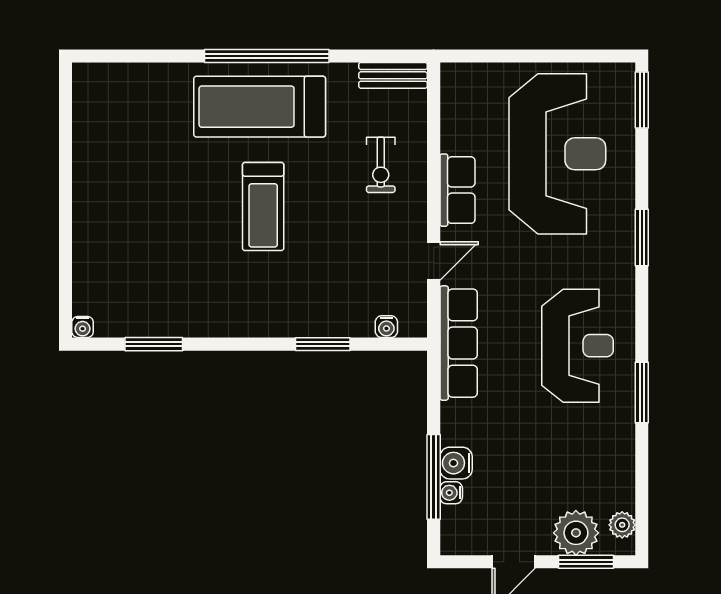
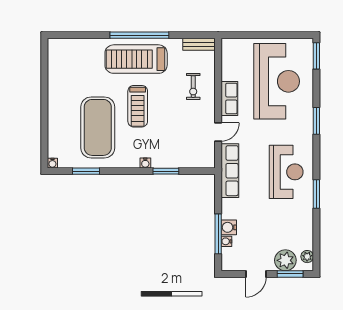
exercise mat: (179, 251) -> (98, 127), added
water cooler: (386, 327) -> (145, 163), moved

